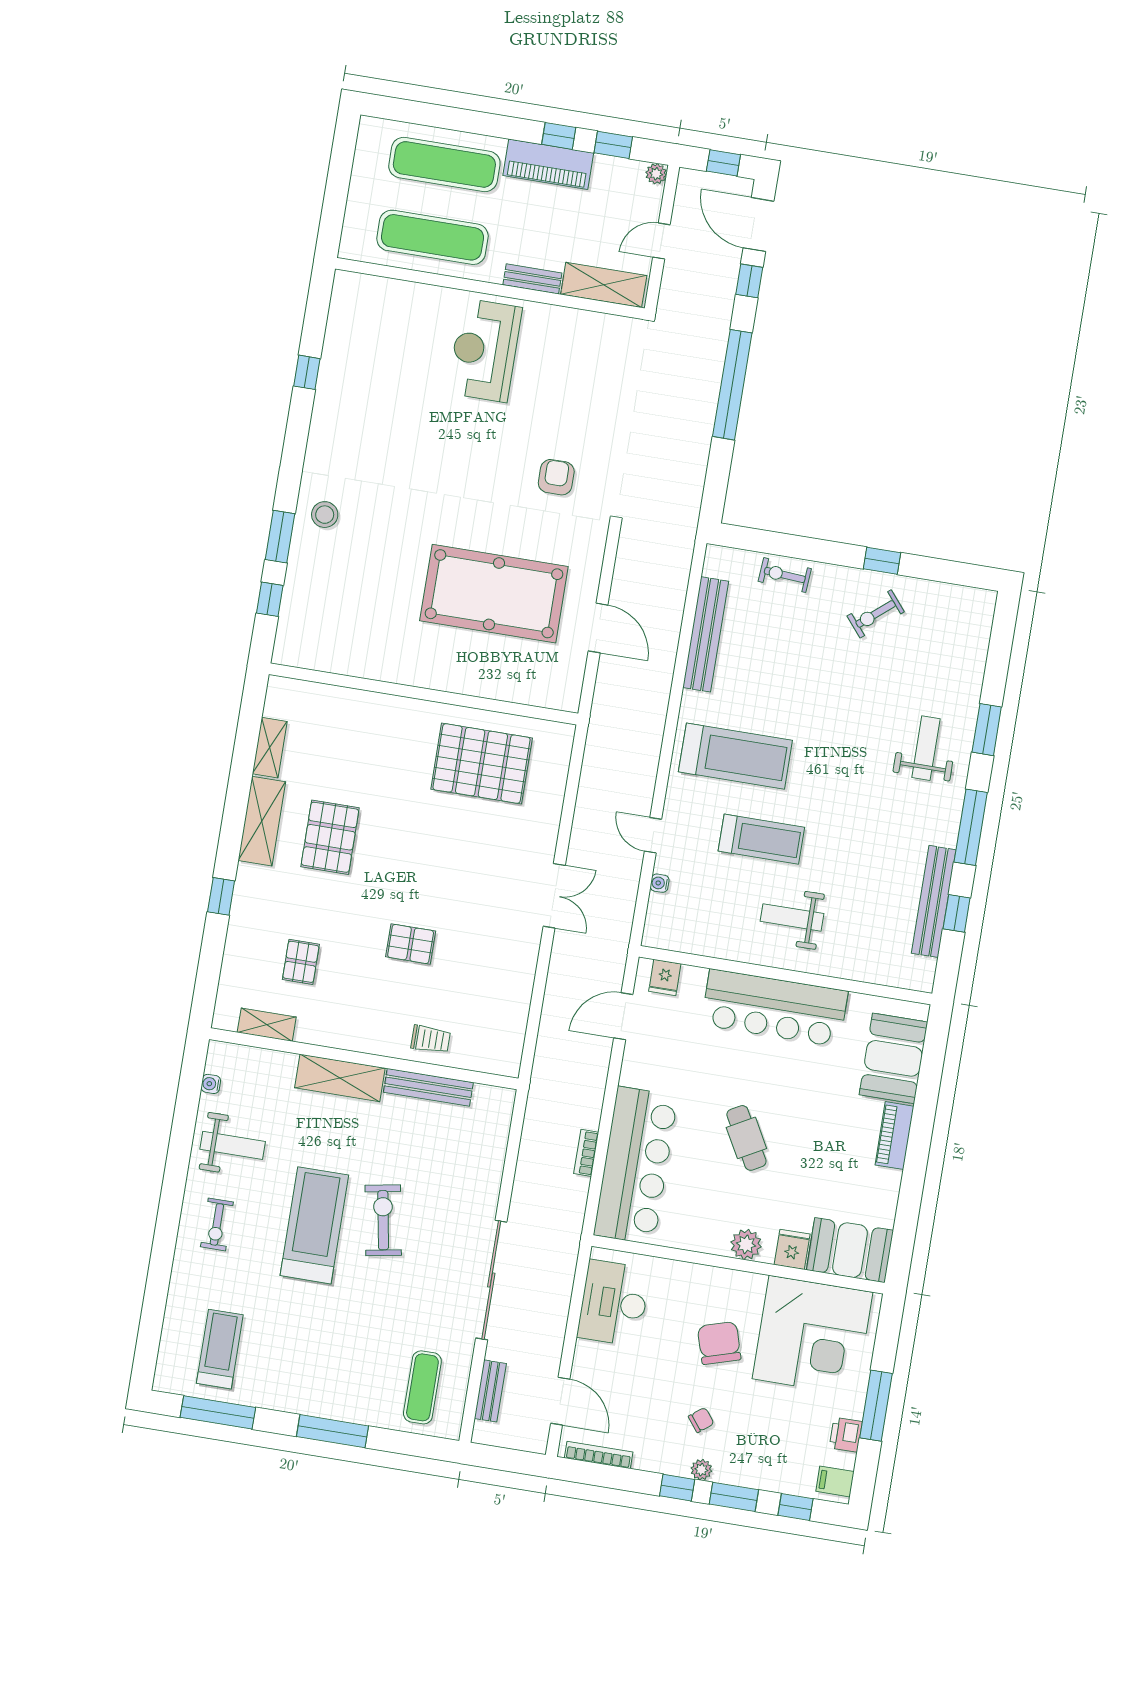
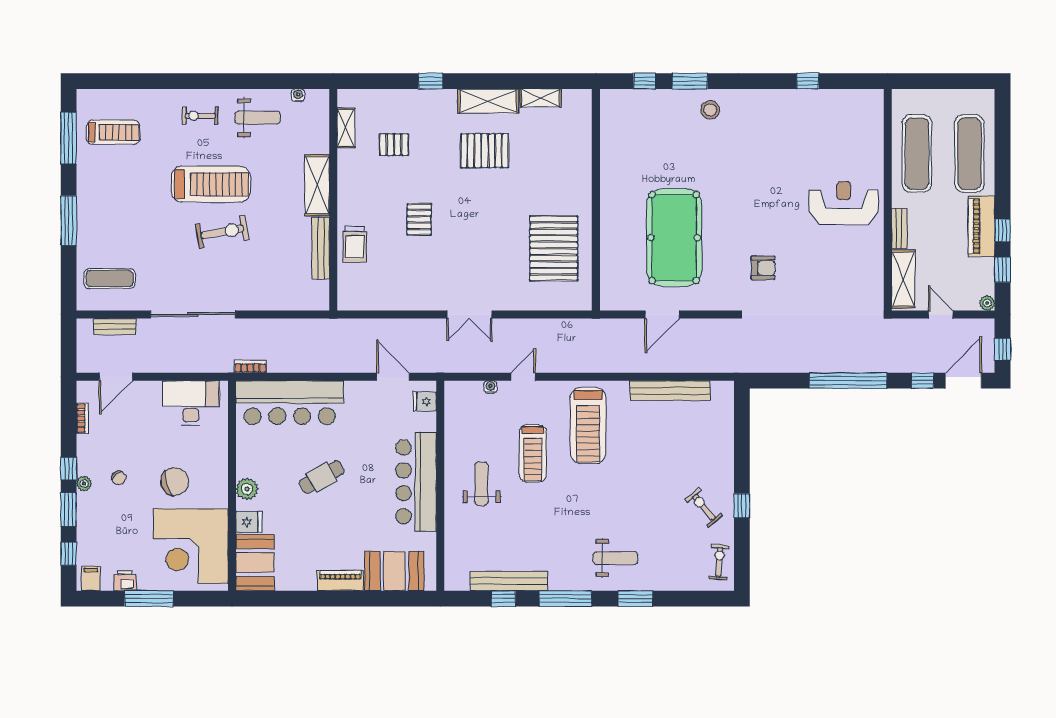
exercise bike: (785, 575) -> (719, 562), moved
trolley: (431, 1039) -> (355, 244), width x1.36, depth x1.39
weight bench: (233, 1145) -> (258, 118), turned -90
bookcase: (586, 1153) -> (250, 366), moved
bookcase: (599, 1455) -> (82, 418), width x0.64

